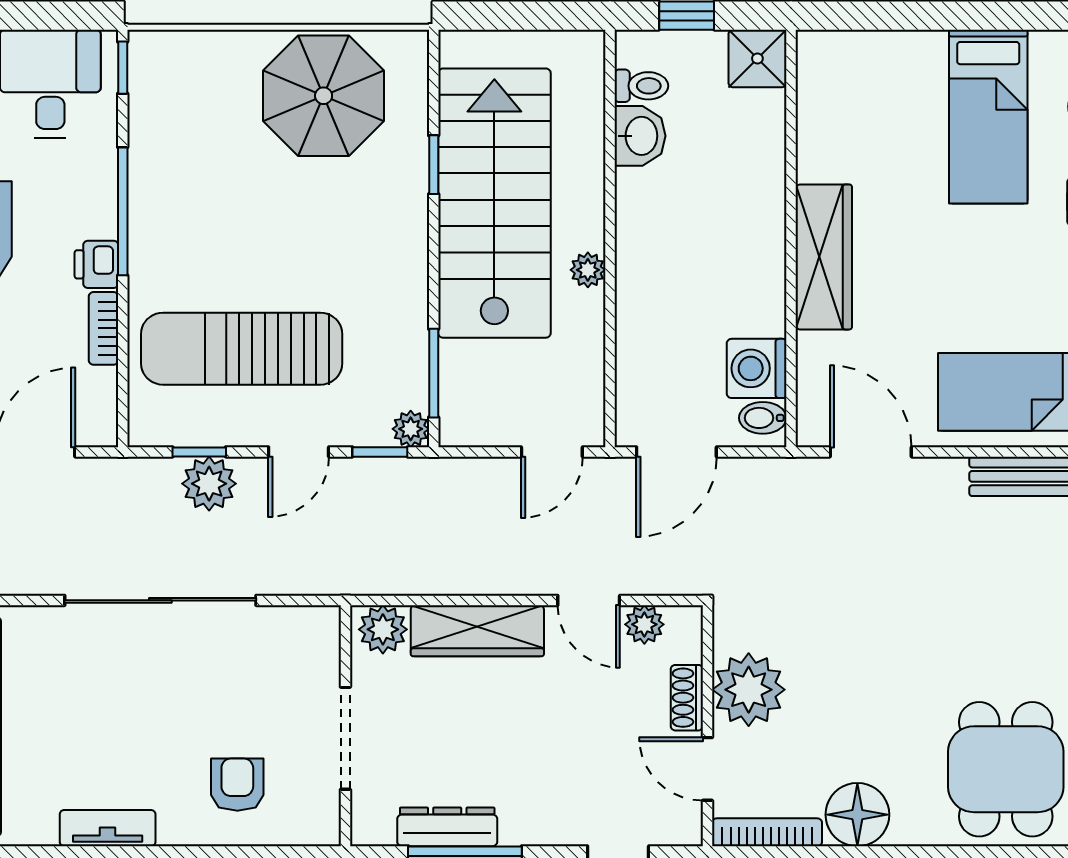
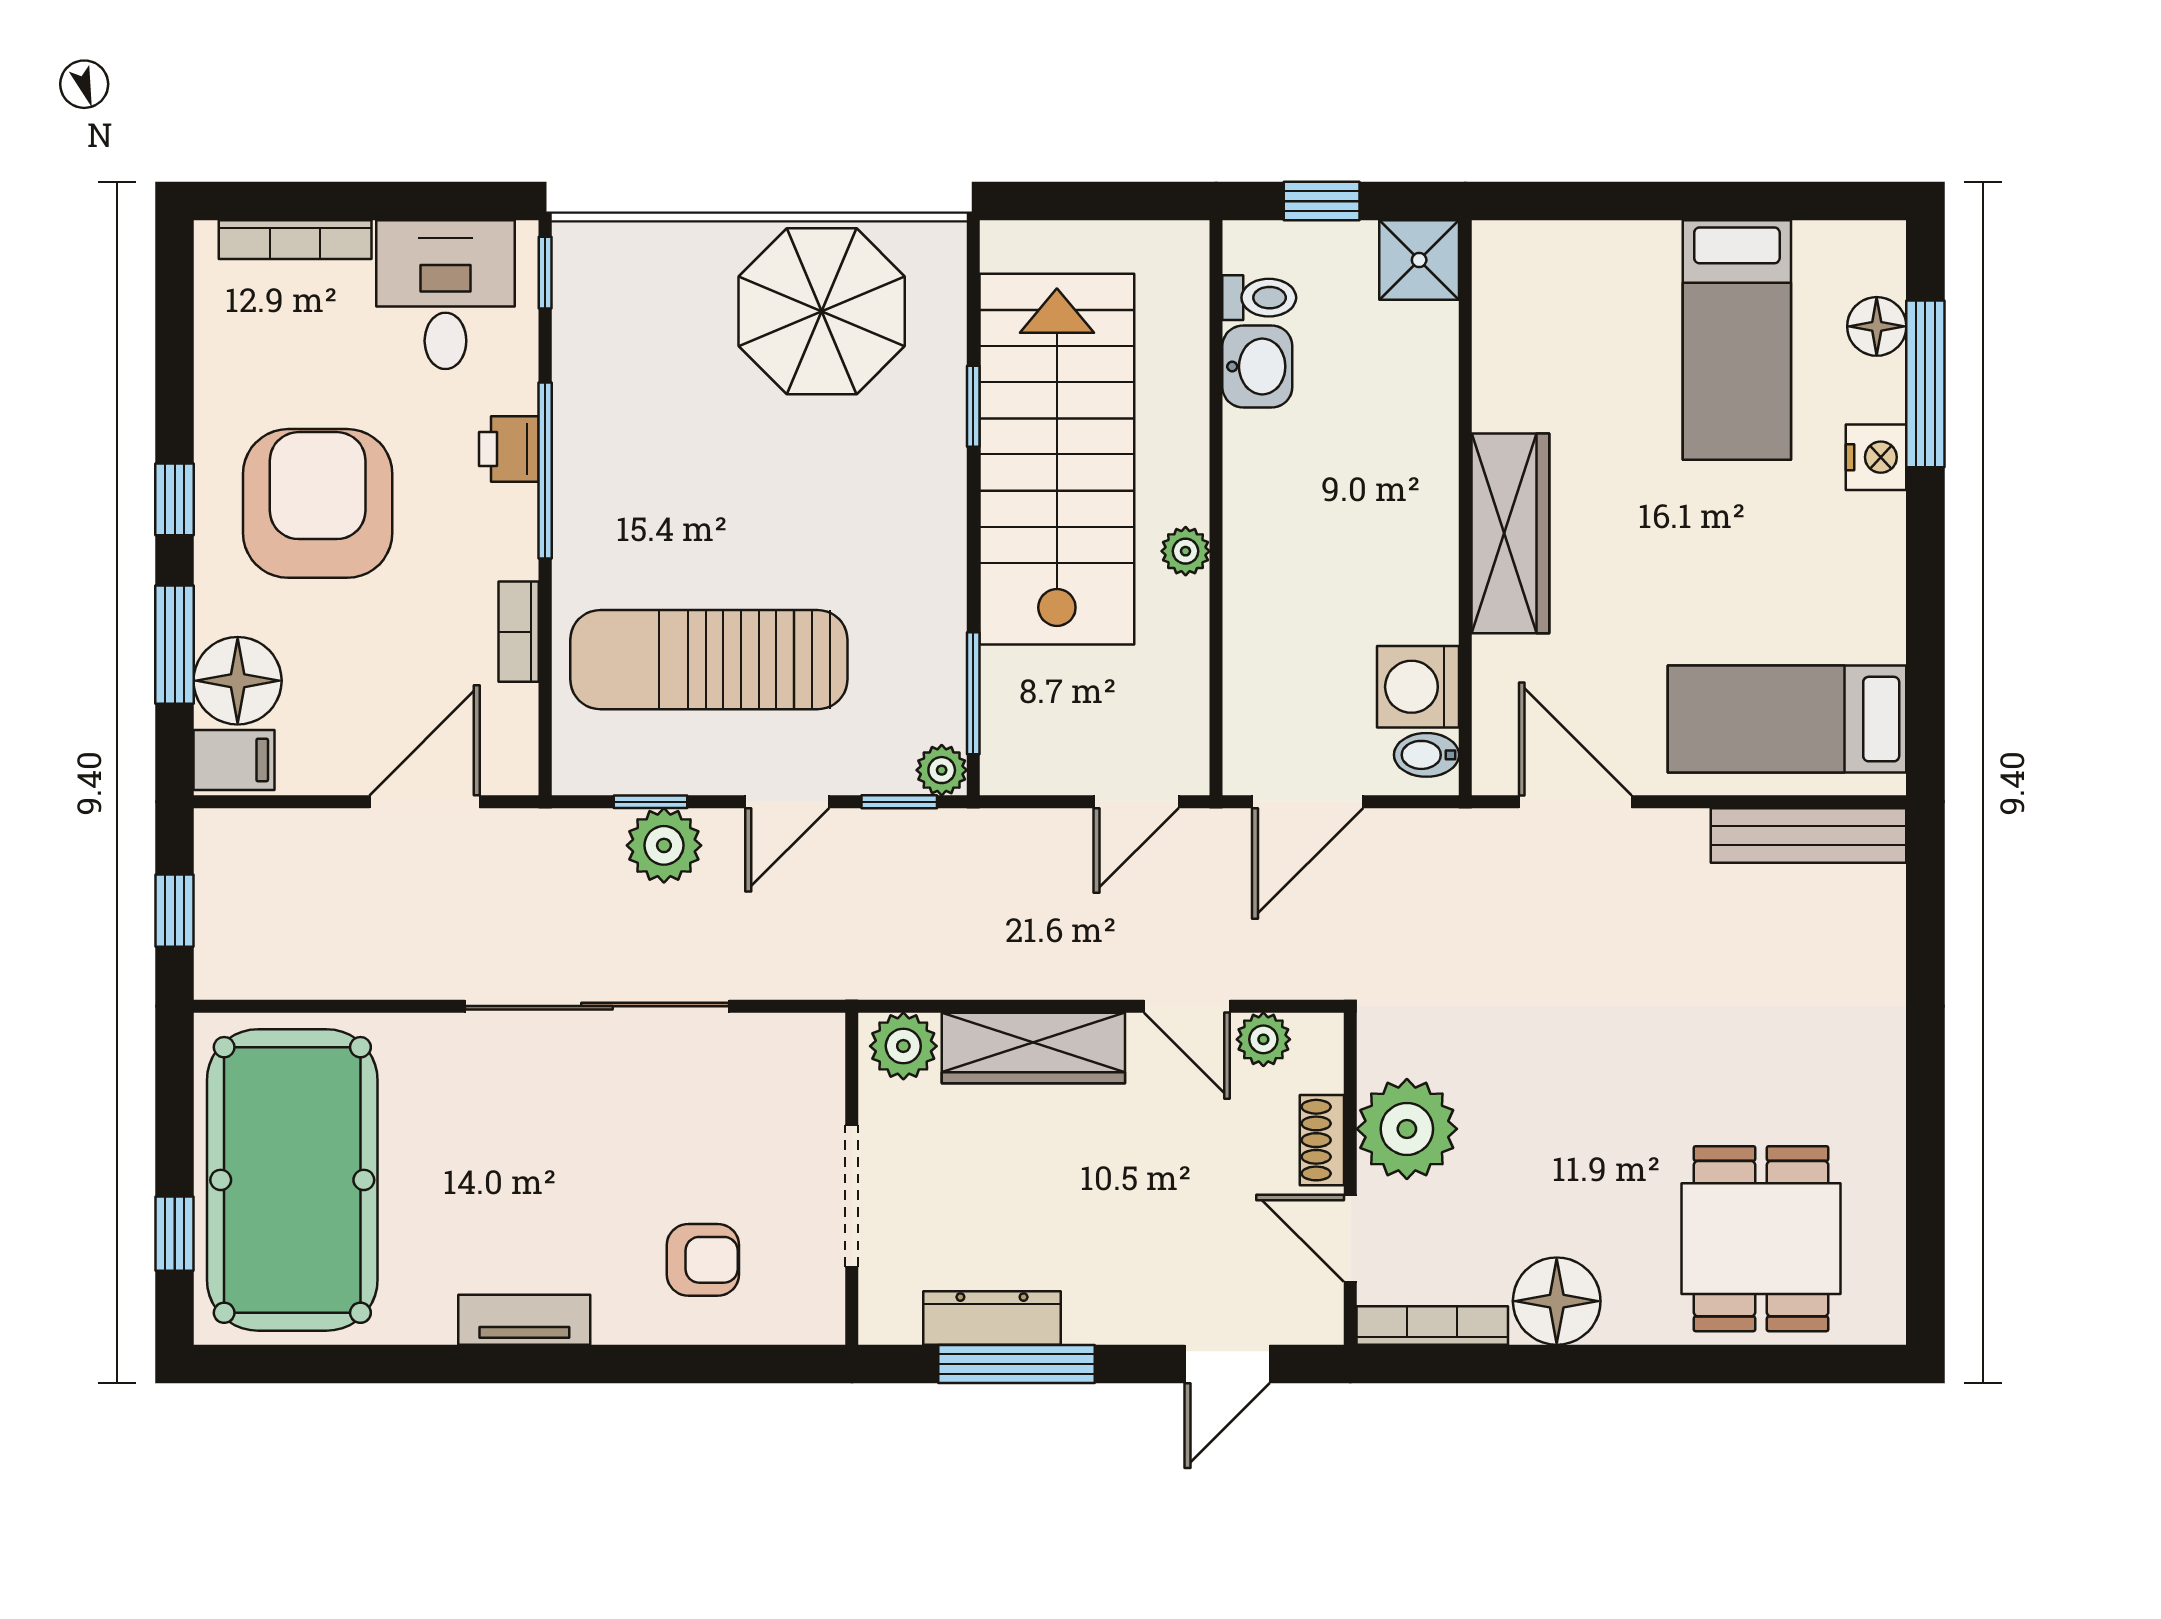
printer: (96, 264) -> (509, 449), moved
armchair: (237, 785) -> (703, 1260), turned 90

